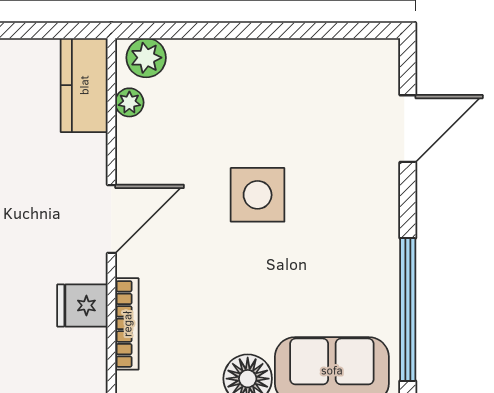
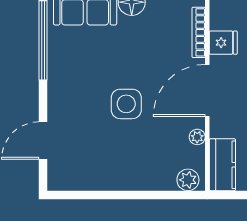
plant: (129, 102) -> (197, 137), moved
door: (111, 219) -> (207, 91), width x1.36

